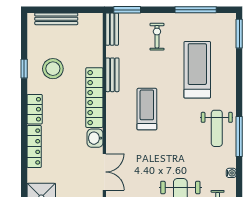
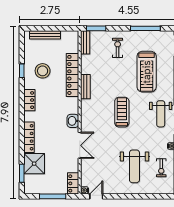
treadmill: (197, 70) -> (147, 72), turned 180
bench: (112, 75) -> (85, 87), moved
locker: (94, 98) -> (72, 75), moved
treadmill: (147, 109) -> (122, 112), moved
locker: (34, 147) -> (29, 137), moved

